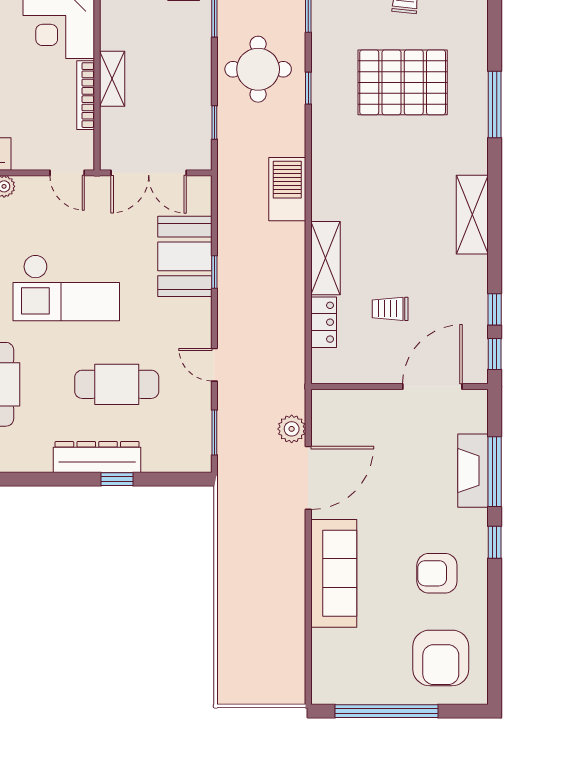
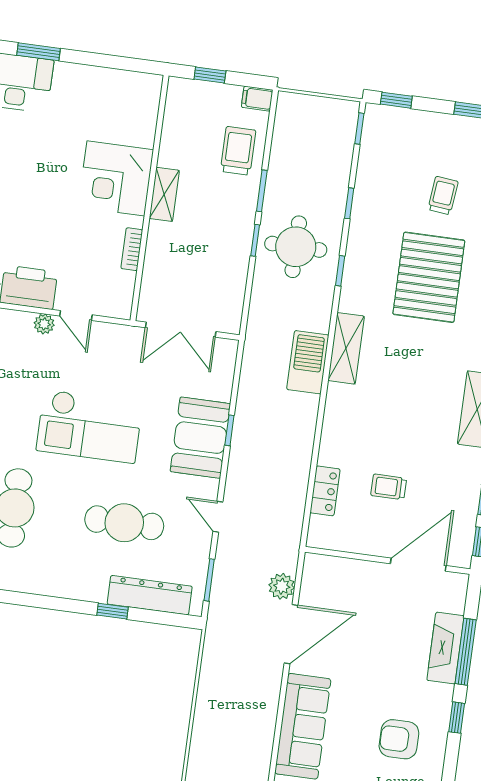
shelving: (112, 79) -> (164, 194), moved
pallet: (403, 82) -> (429, 277), turned 90
bookcase: (86, 95) -> (132, 249), width x0.64
window: (214, 123) -> (255, 240), moved
door: (67, 173) -> (76, 315), moved
booth: (185, 256) -> (200, 438), moved
shelving: (326, 258) -> (346, 348), moved
dresser: (97, 457) -> (150, 595), moved

